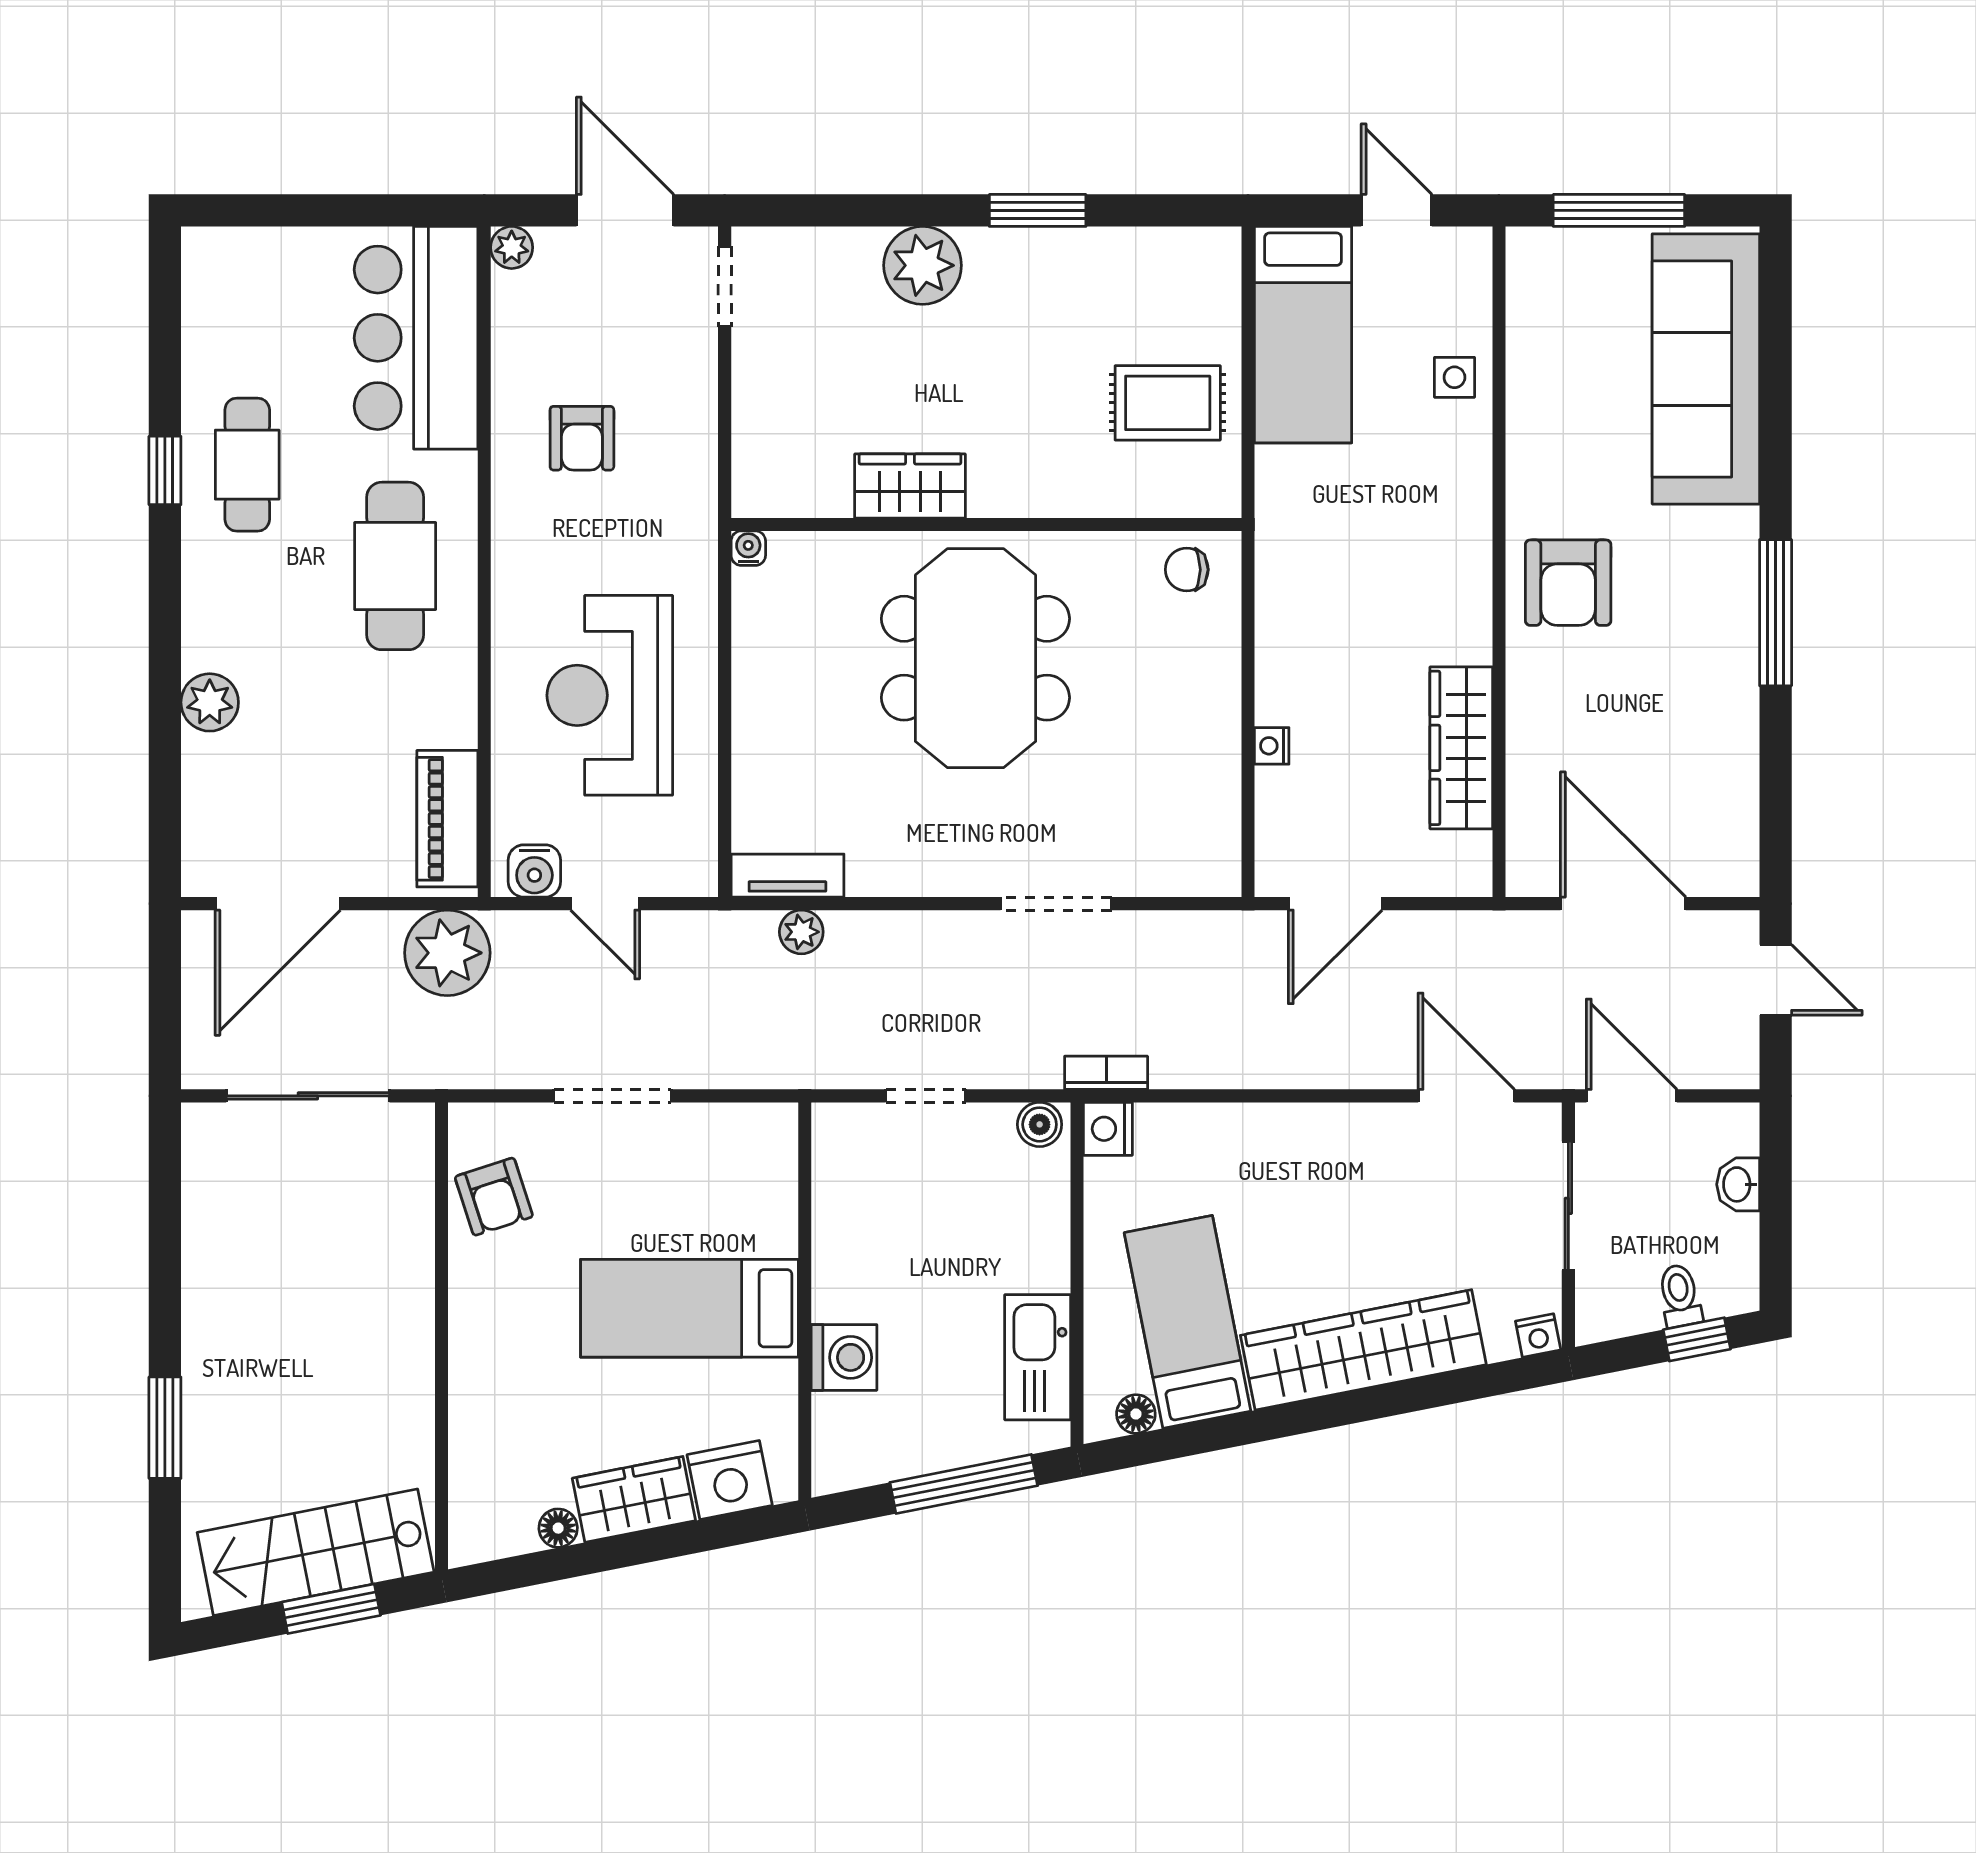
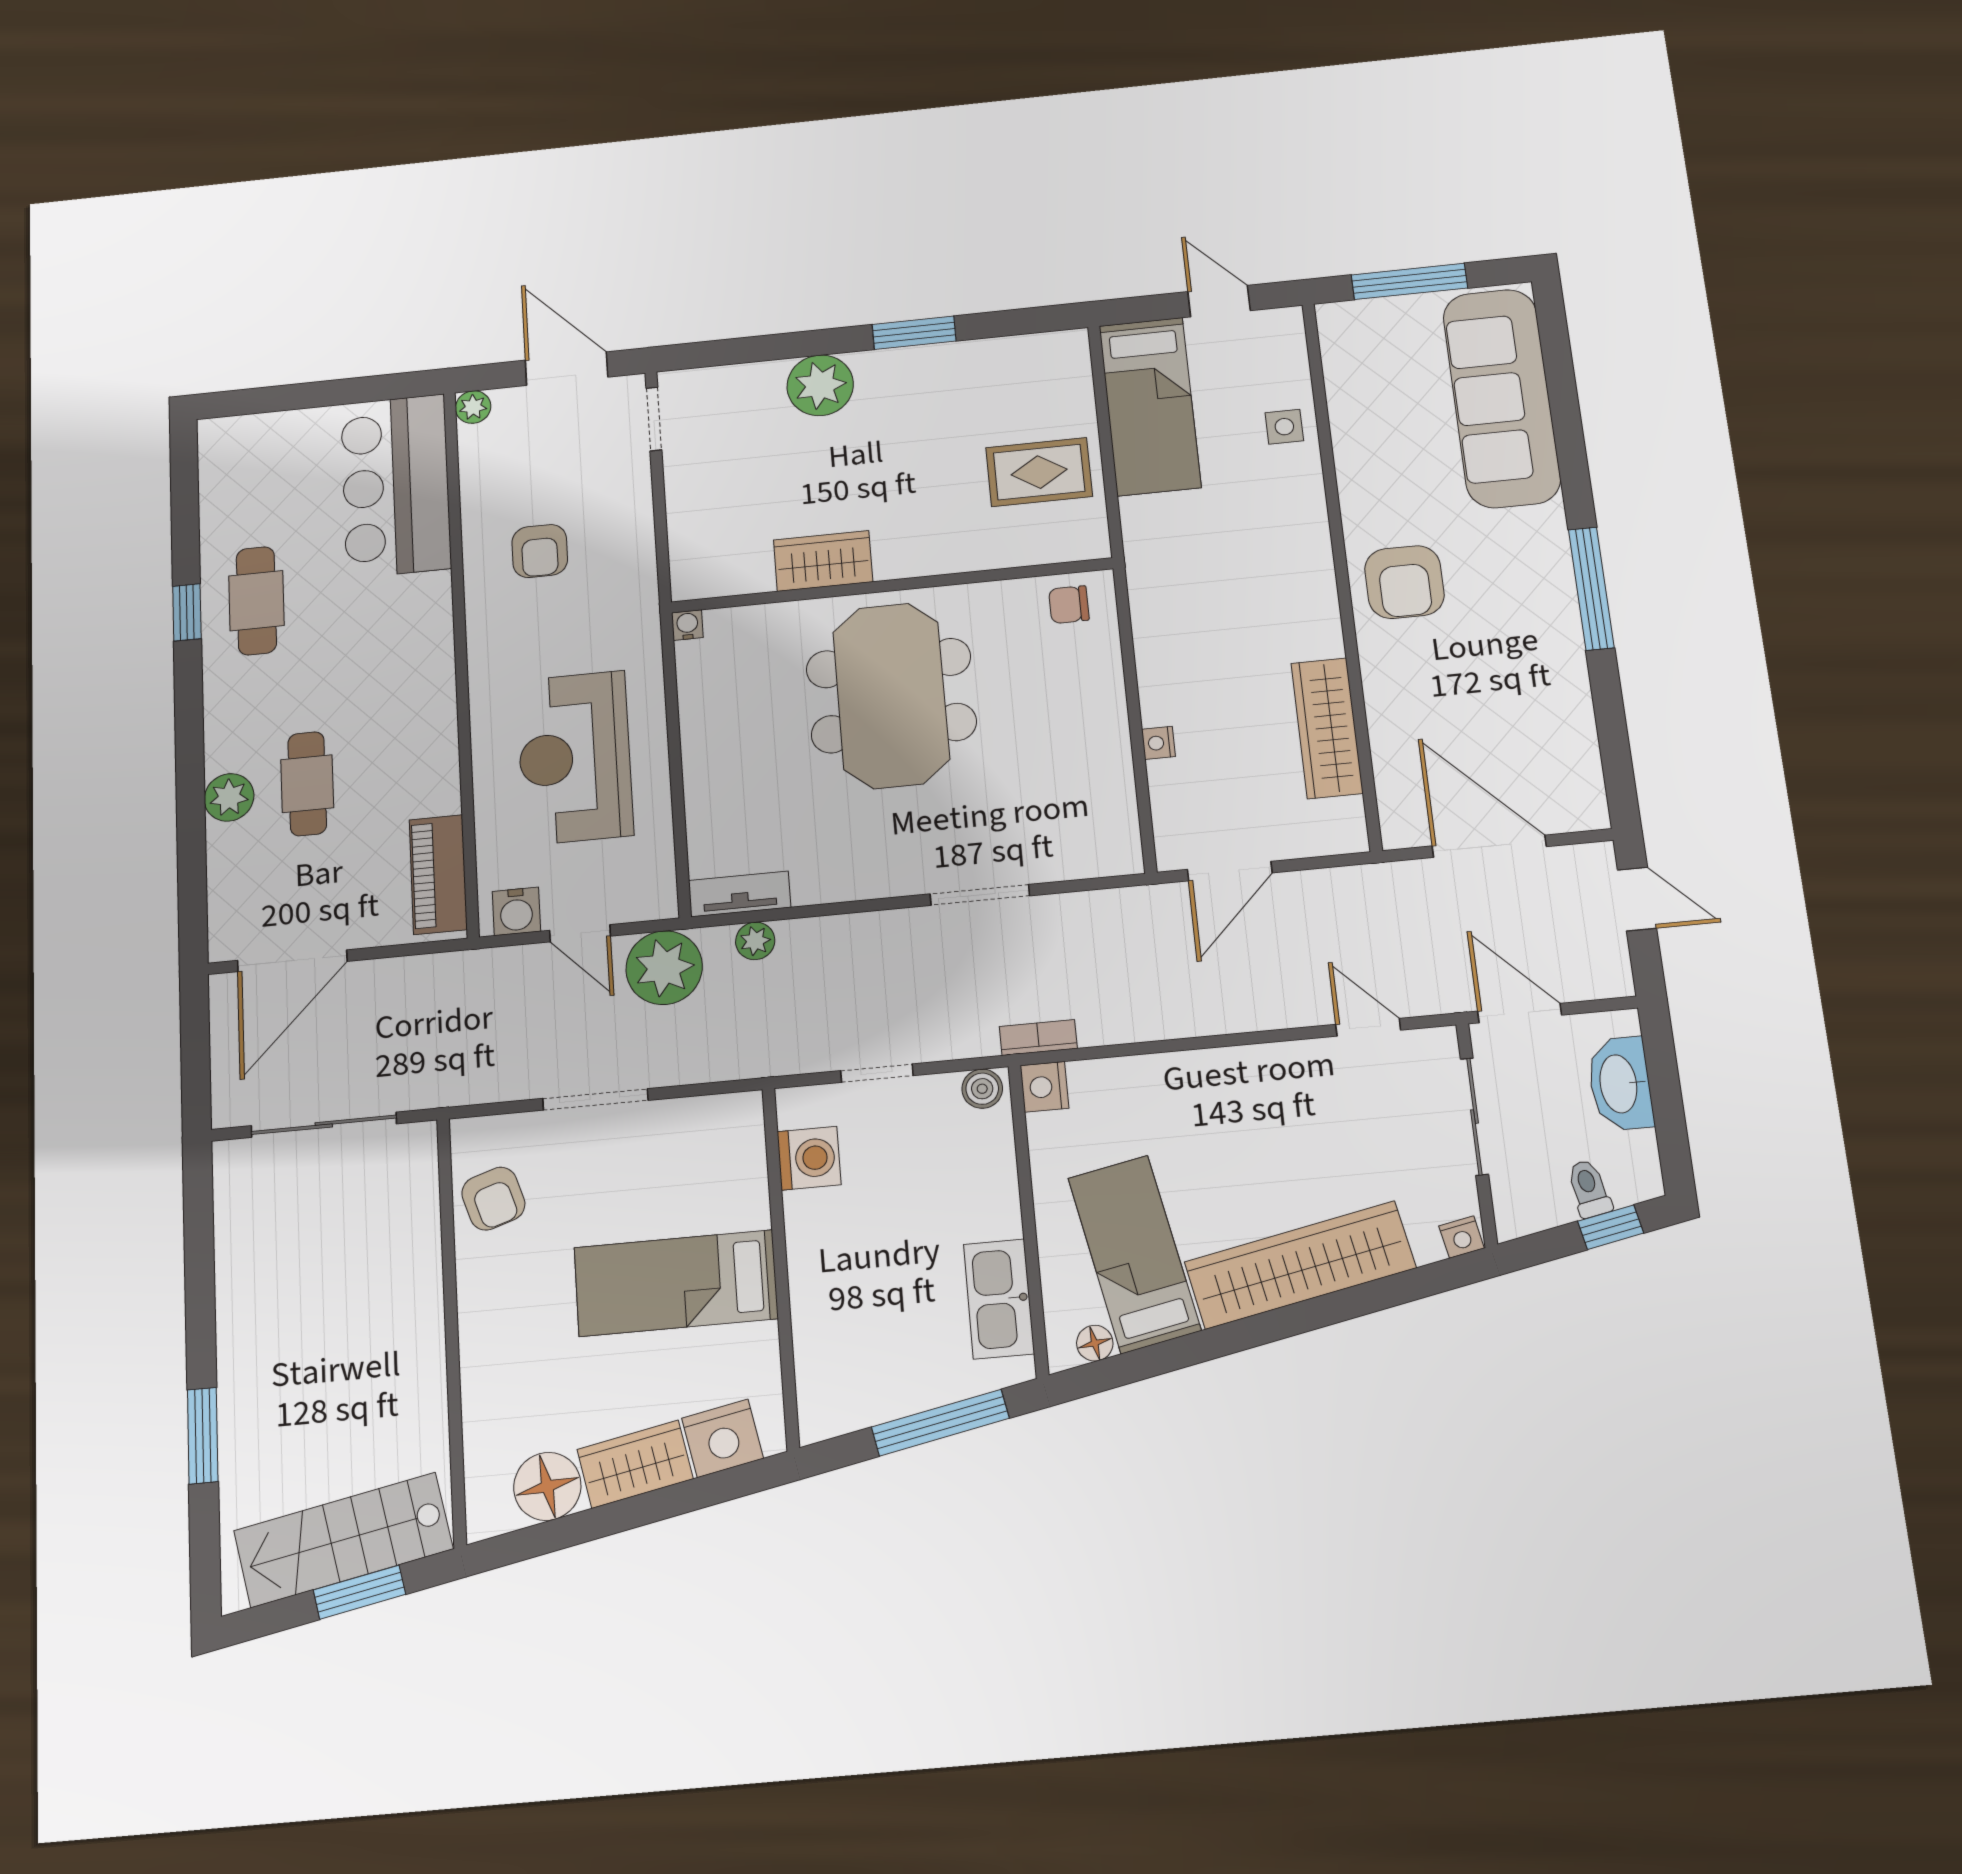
cafe table: (395, 566) -> (307, 784), moved, width x0.73, depth x0.74
plant: (447, 953) -> (664, 968), moved
door: (1466, 1096) -> (1368, 1027), width x0.73
washbasin: (1738, 1184) -> (1620, 1084), width x1.91, depth x1.45
washing machine: (844, 1357) -> (809, 1158), moved
floor lamp: (558, 1528) -> (547, 1486), width x1.89, depth x1.89

